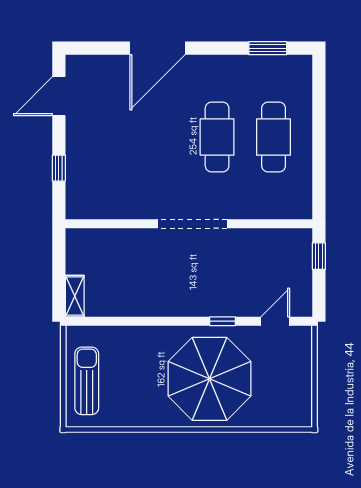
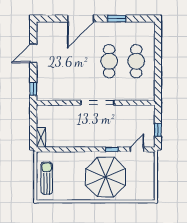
window: (268, 48) -> (117, 19), moved
door: (59, 96) -> (33, 53), moved
window: (59, 168) -> (33, 89), moved
window: (319, 256) -> (158, 130), moved

